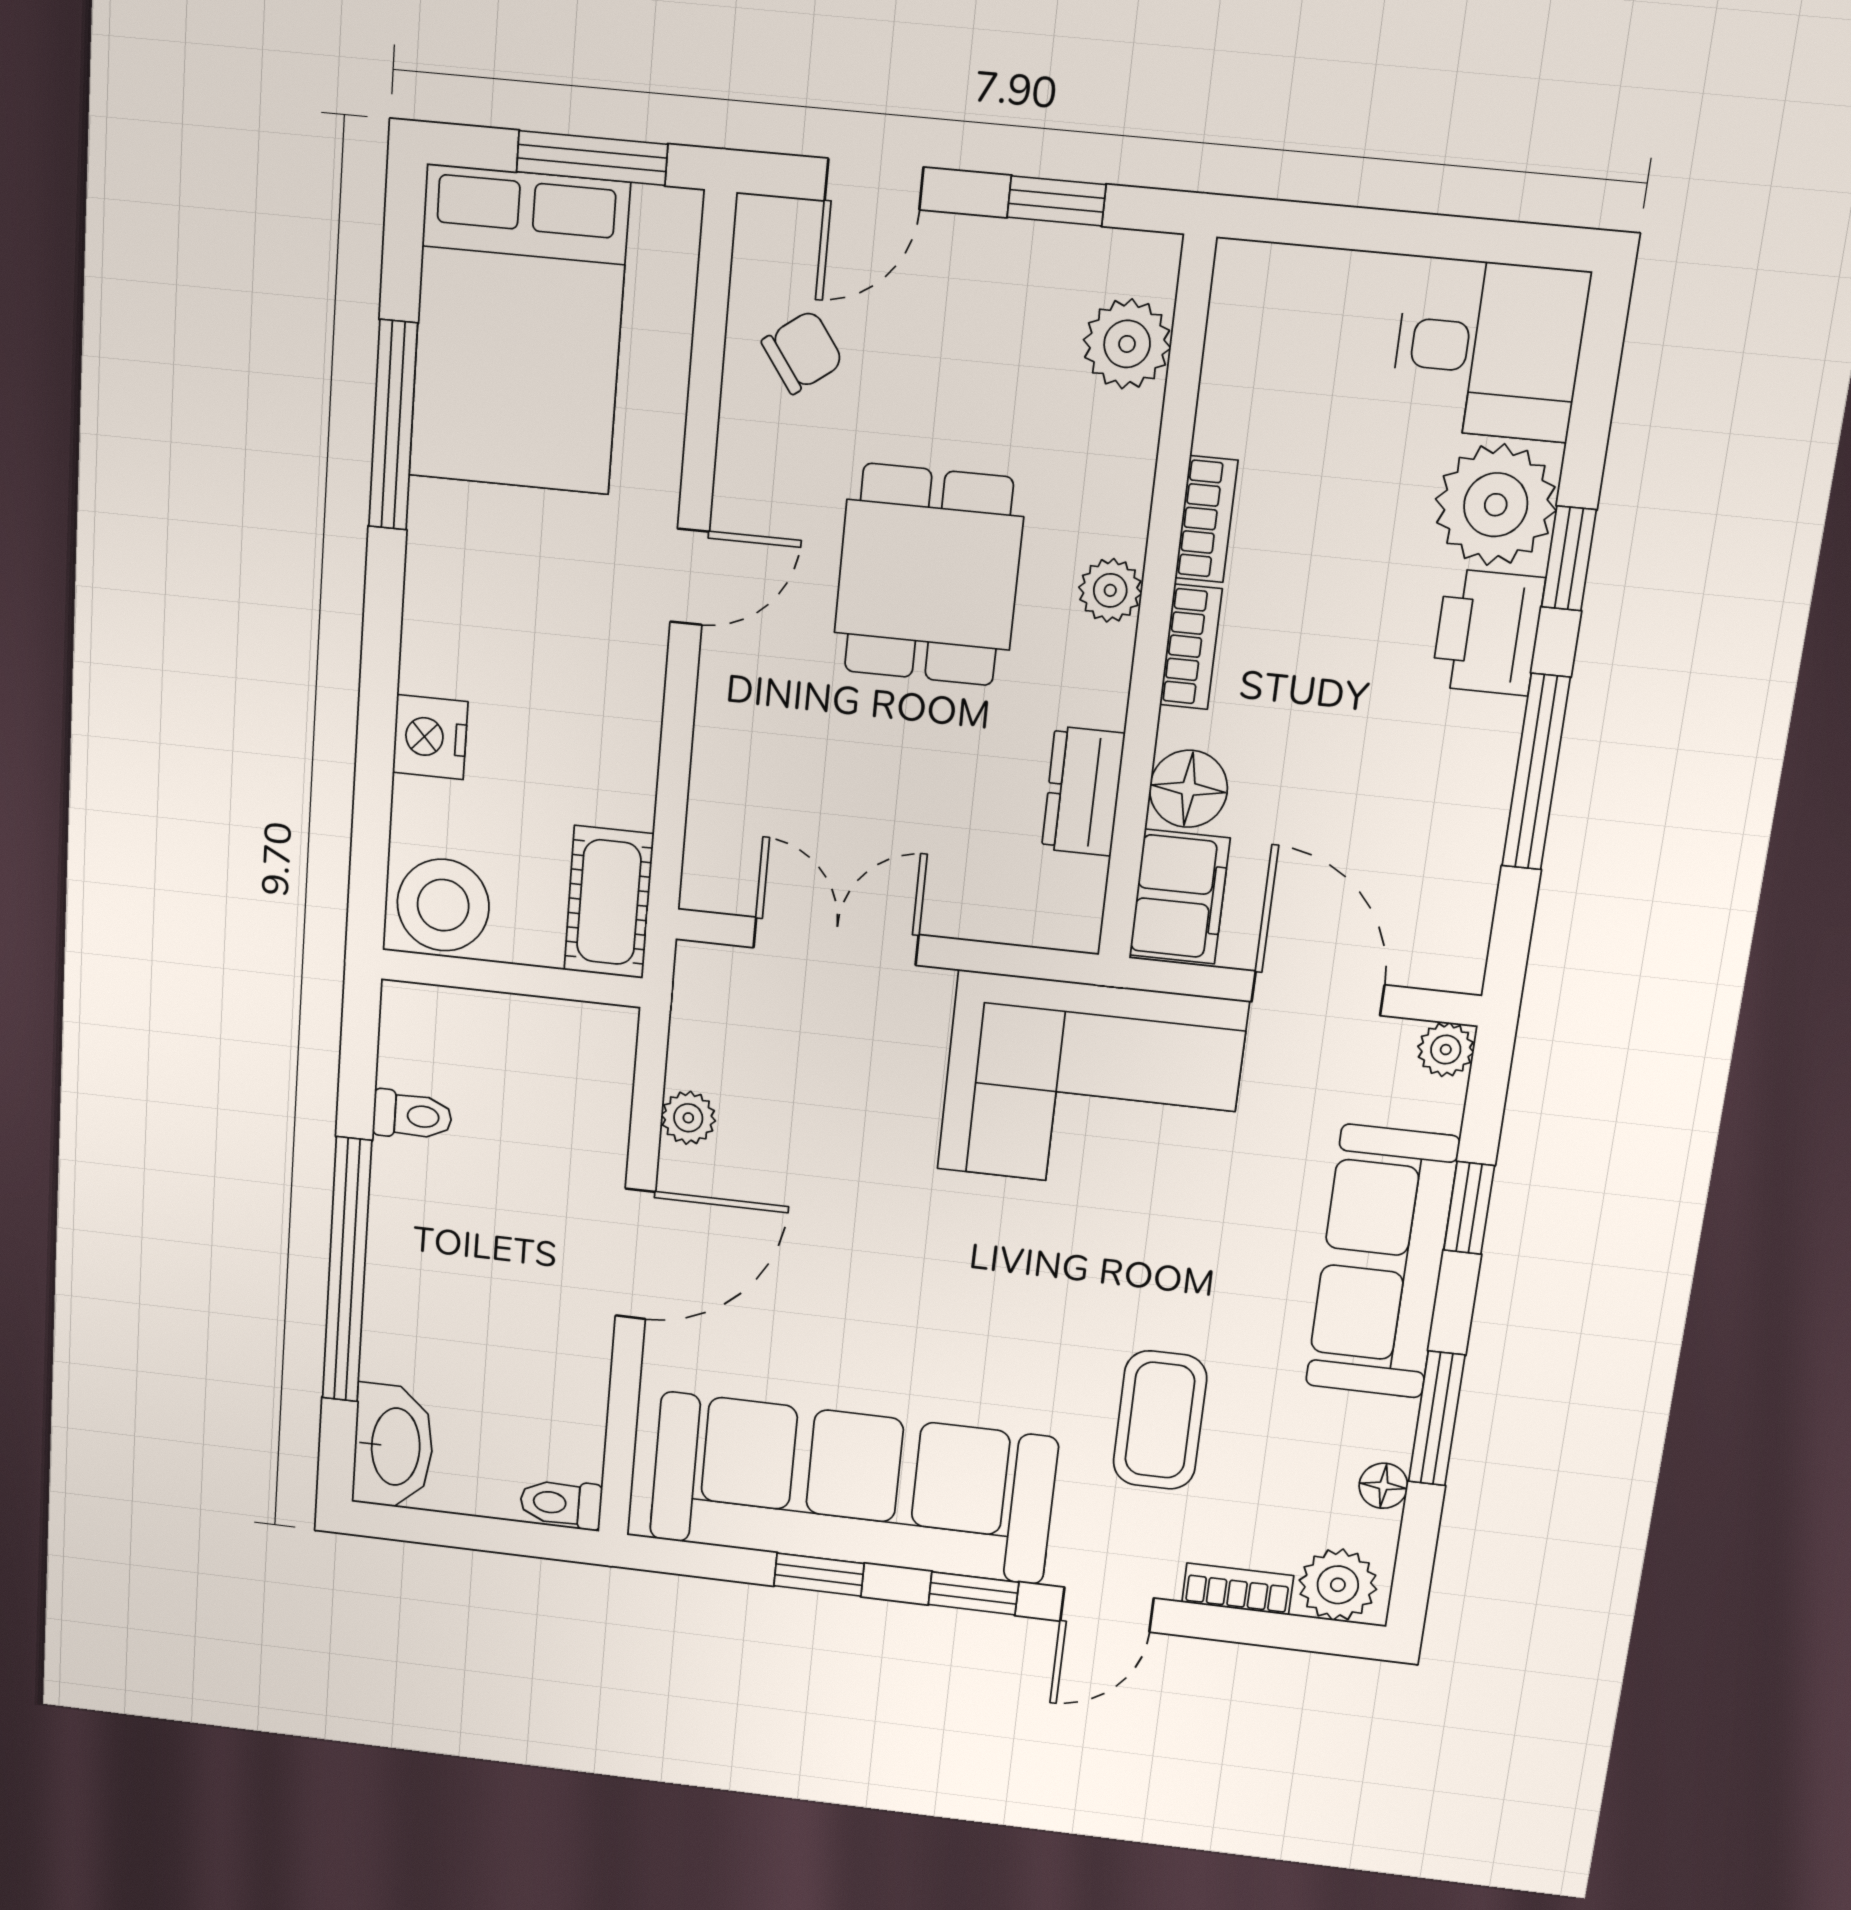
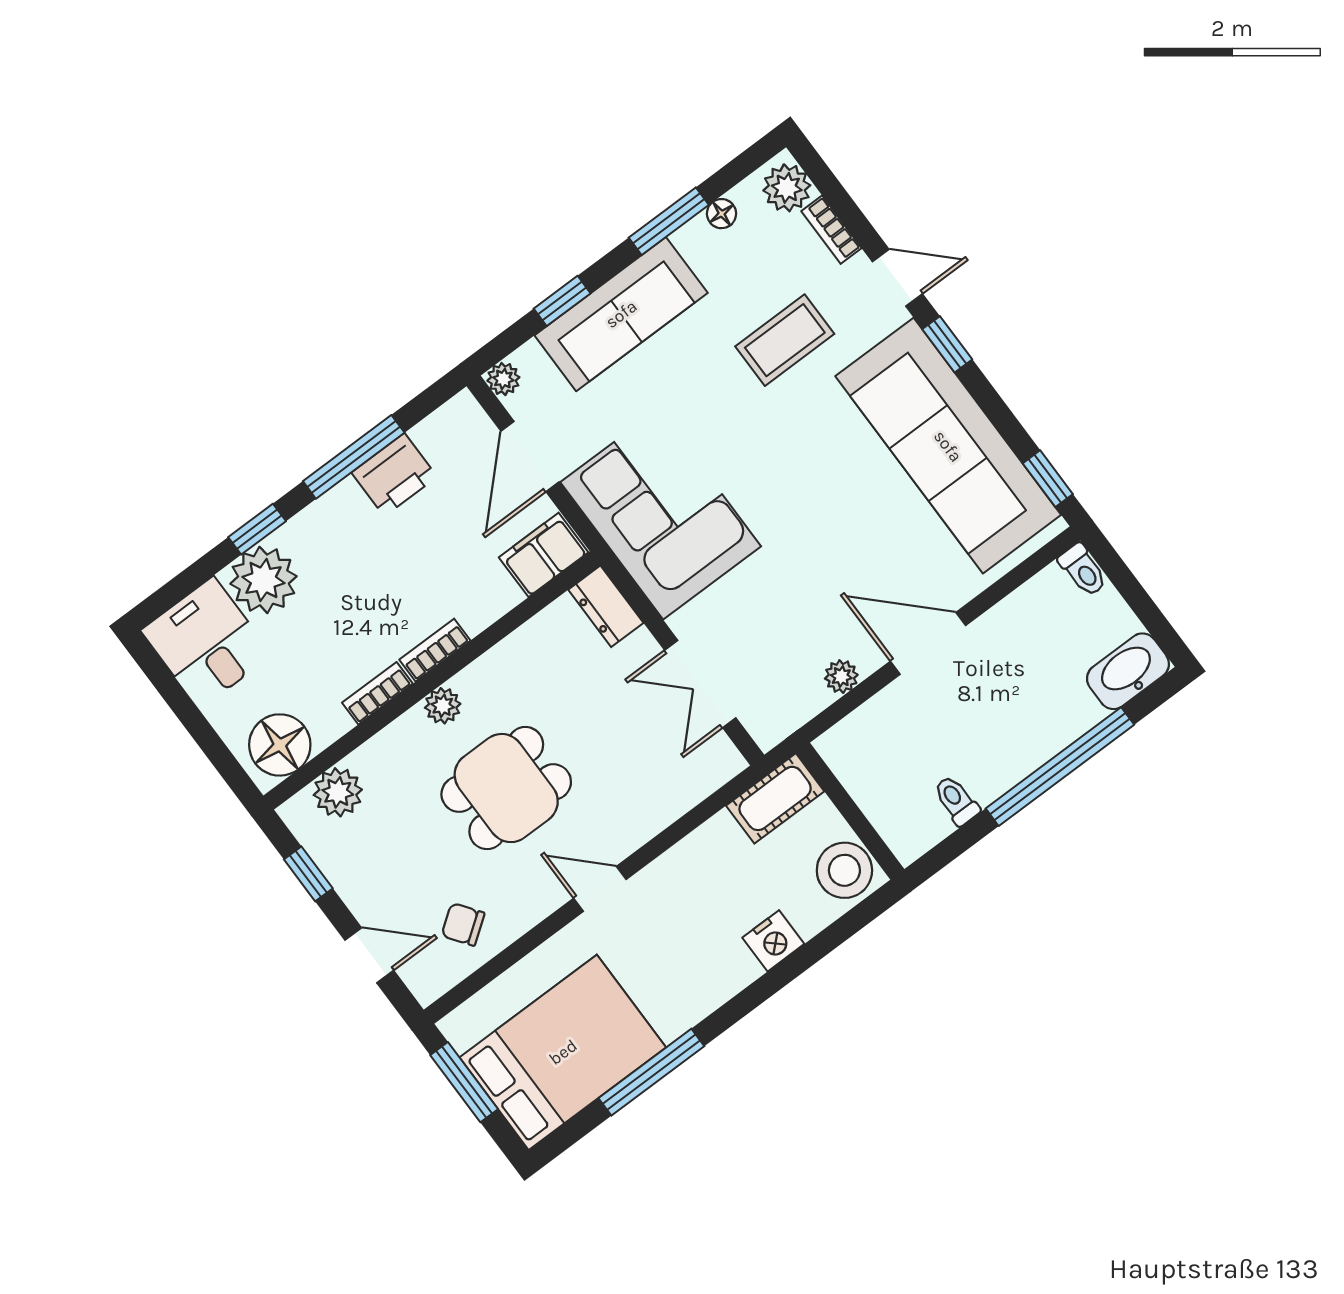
printer: (1488, 632) -> (394, 475), moved
floor lamp: (1188, 789) -> (280, 745), moved, width x1.38, depth x1.38
dresser: (1083, 791) -> (606, 606), moved, turned 90
window: (819, 1575) -> (1048, 479), moved

